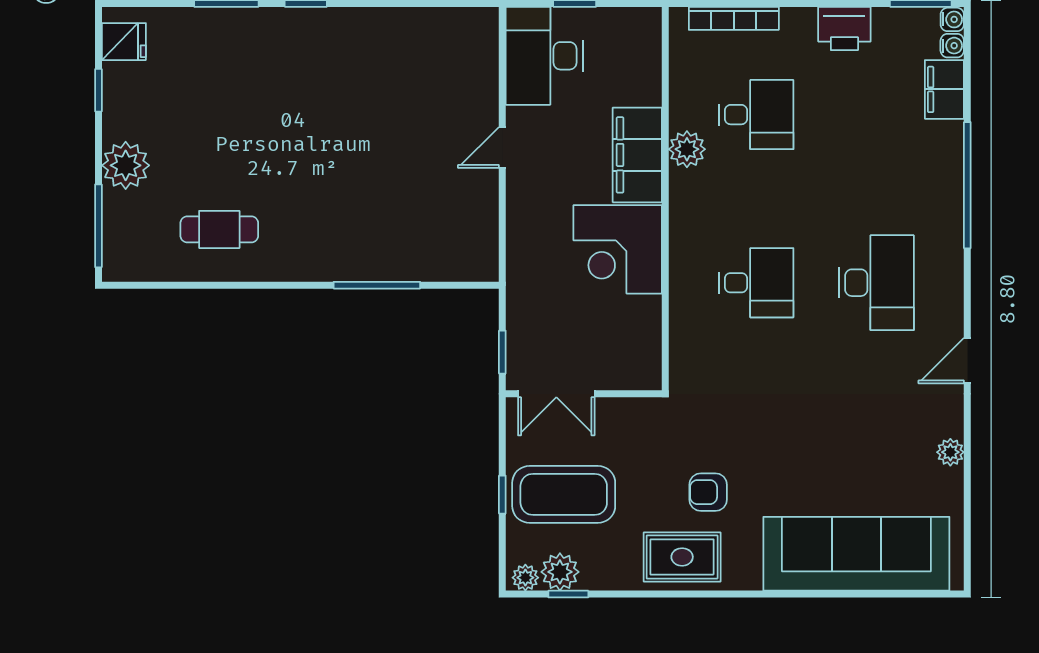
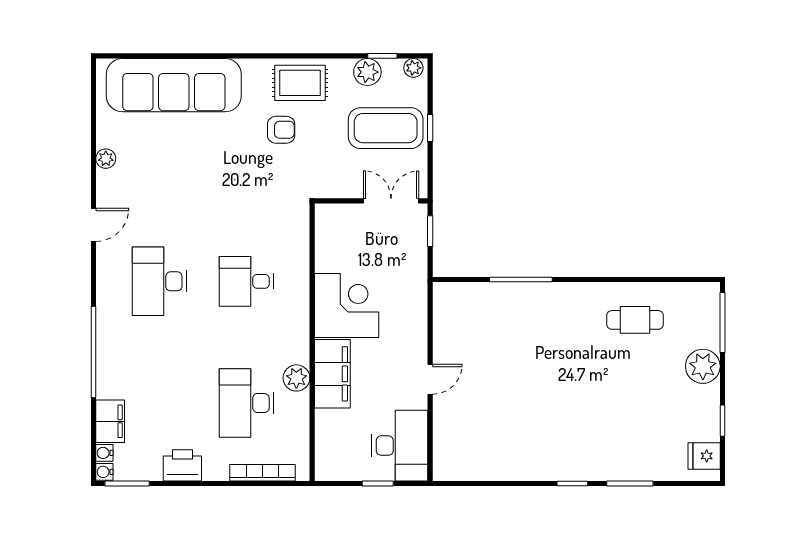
desk: (756, 115) -> (246, 403), width x1.37
plant: (560, 572) -> (367, 72), moved

